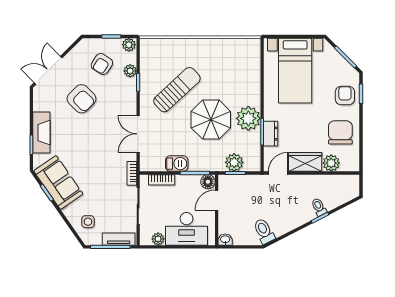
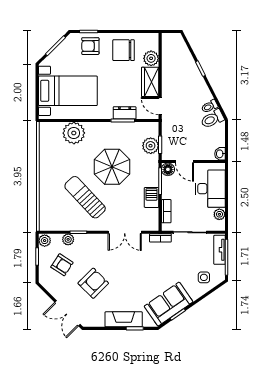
plant: (248, 118) -> (74, 133), moved
toilet: (319, 207) -> (210, 106), moved

